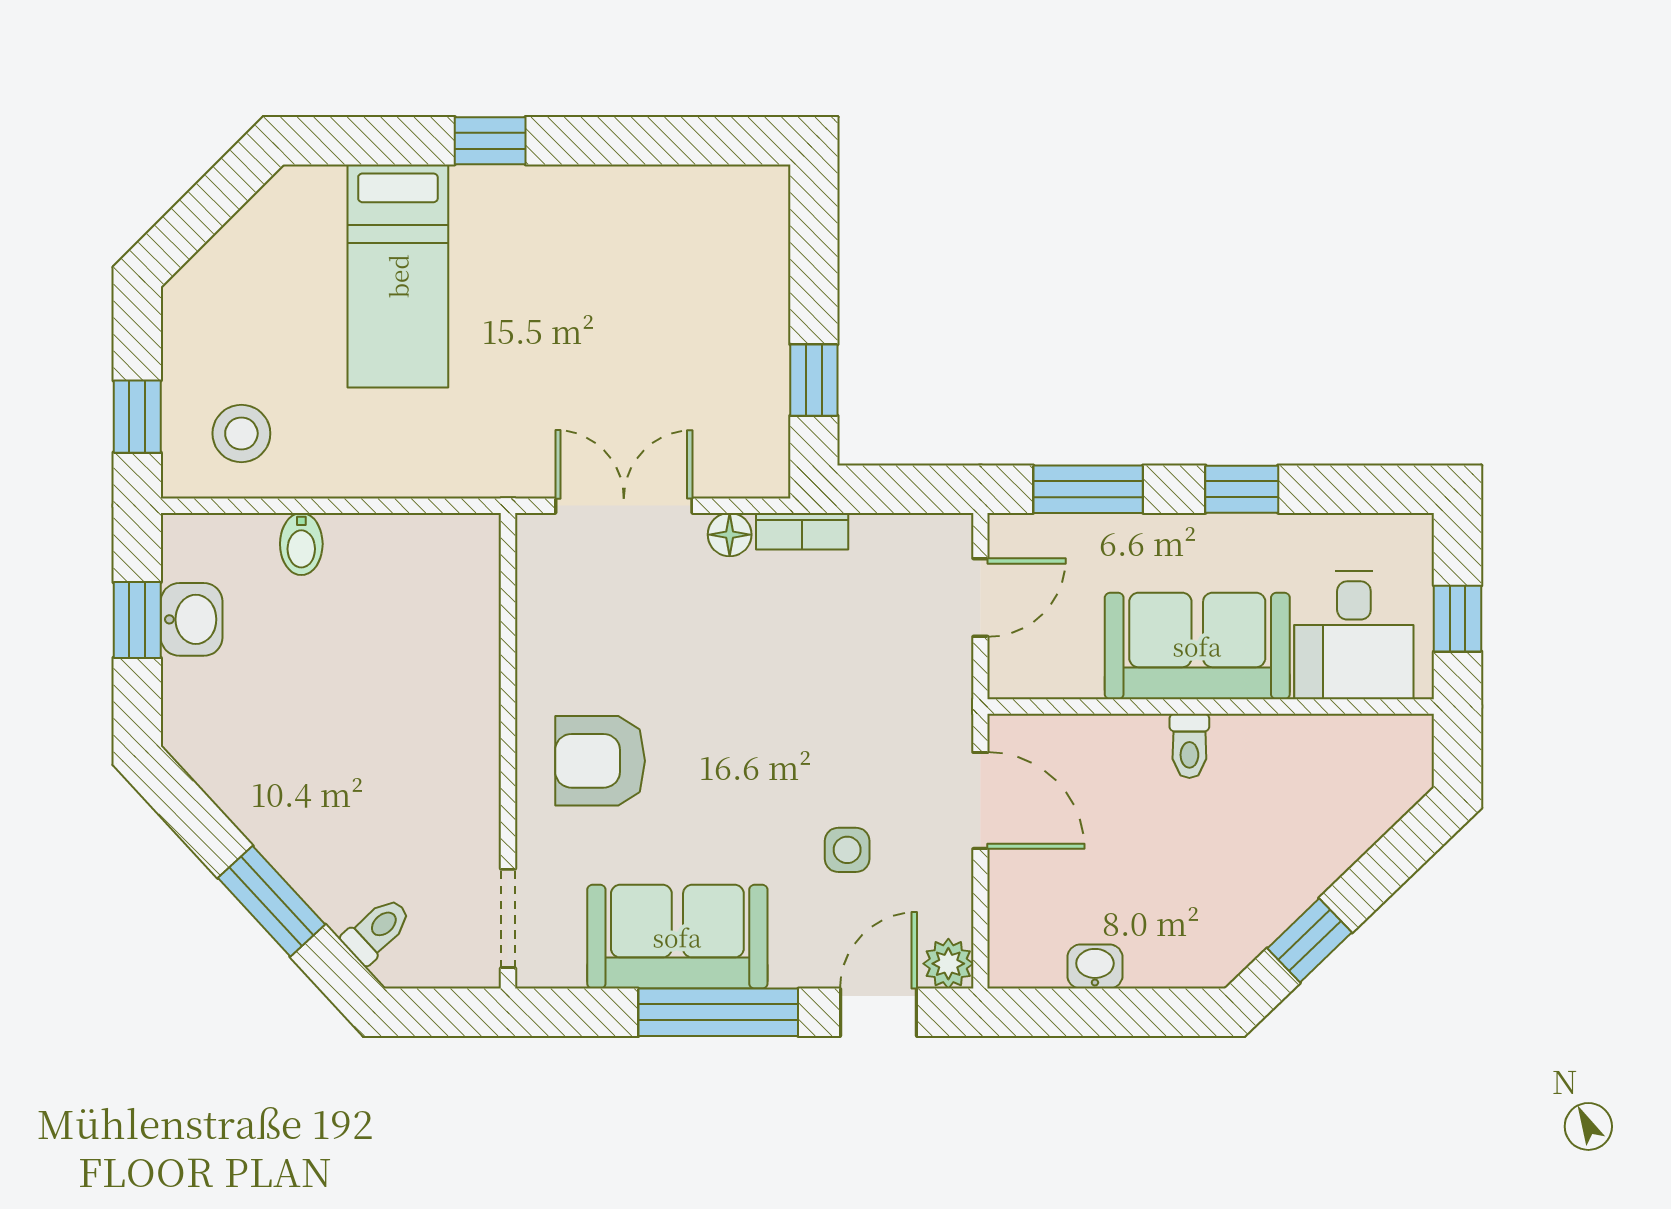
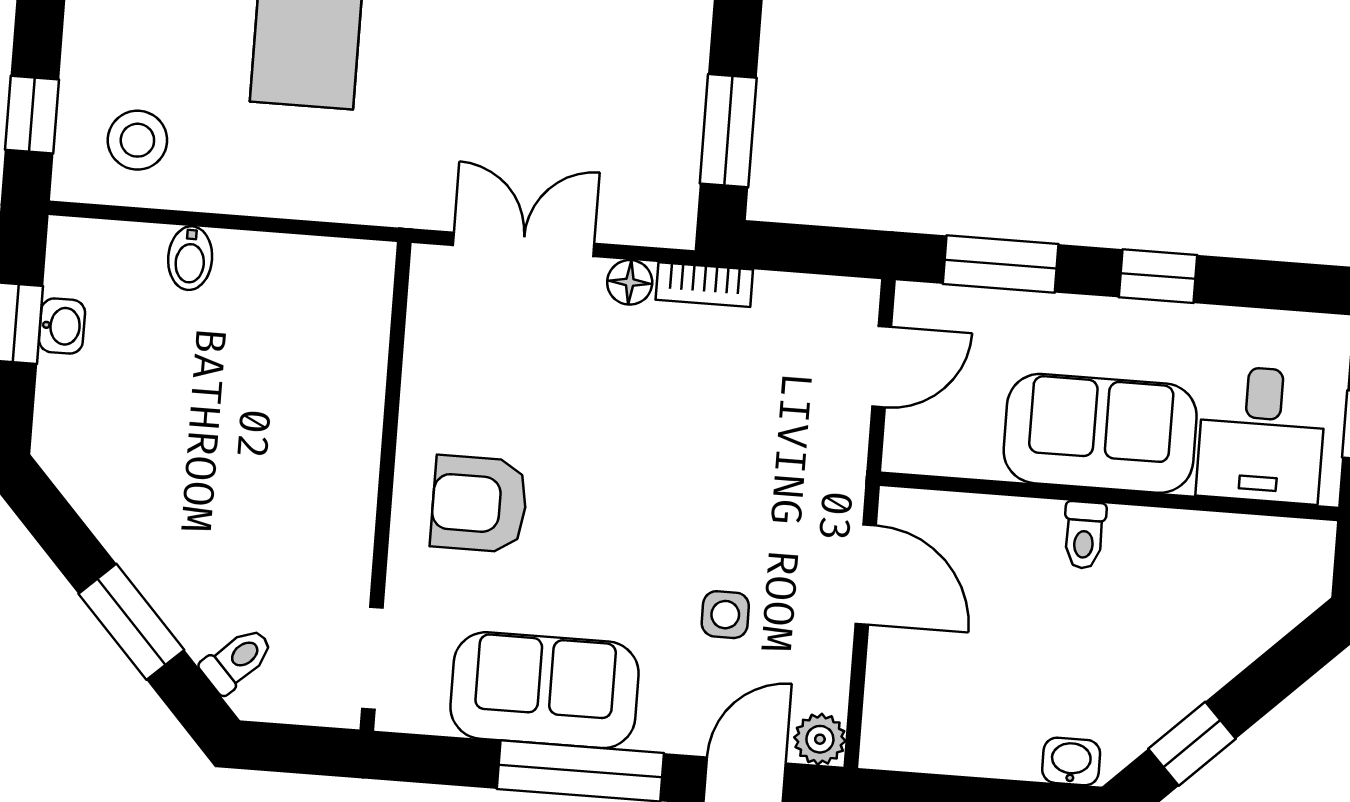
window: (814, 380) -> (728, 131), width x1.50
washbasin: (192, 619) -> (62, 326), width x0.72, depth x0.69
washbasin: (1095, 967) -> (1071, 761), moved

